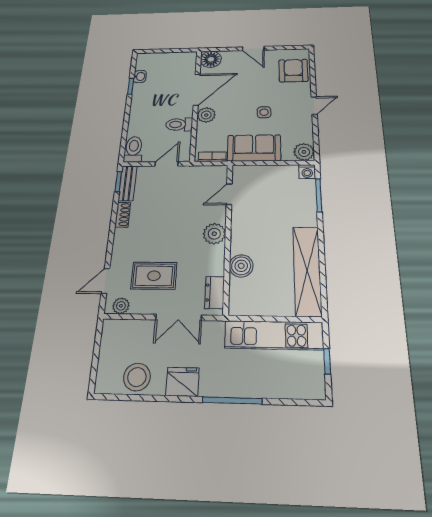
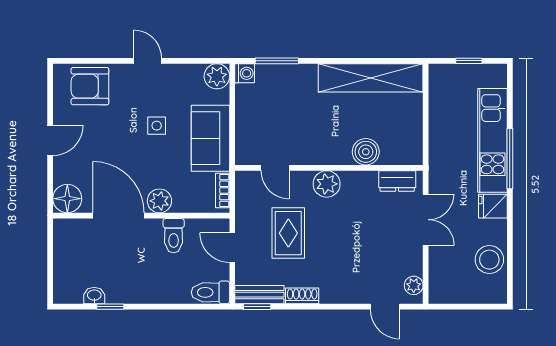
rug: (154, 276) -> (288, 233), moved
kitchen unit: (274, 335) -> (493, 140), moved, turned 180
fridge: (183, 382) -> (493, 206), width x0.72

